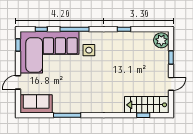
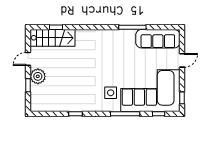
plant: (161, 40) -> (38, 76), moved
sofa: (36, 104) -> (158, 39), width x1.36

